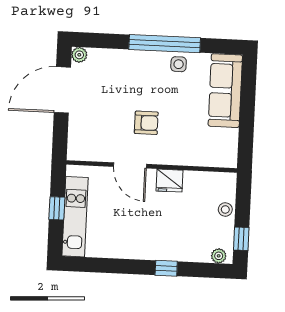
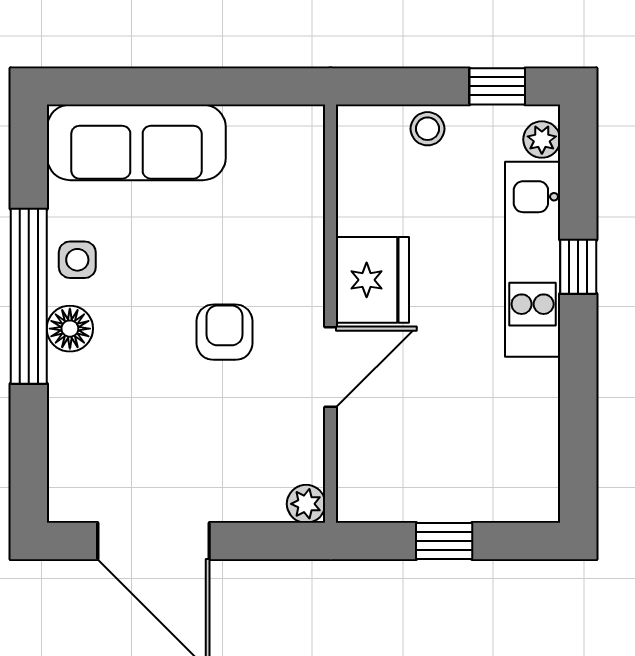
plant: (79, 55) -> (306, 504), moved
floor lamp: (151, 60) -> (70, 329), added
fridge: (169, 181) -> (372, 280), width x1.36, depth x1.34
kitchen unit: (75, 217) -> (533, 259), moved, turned -90

